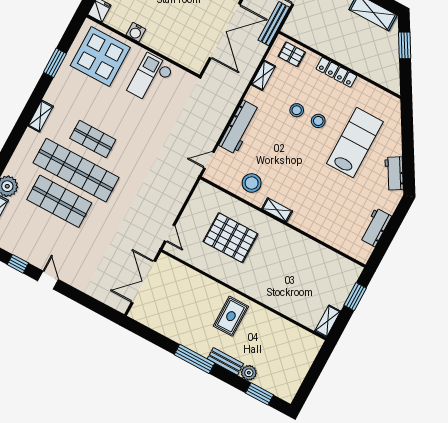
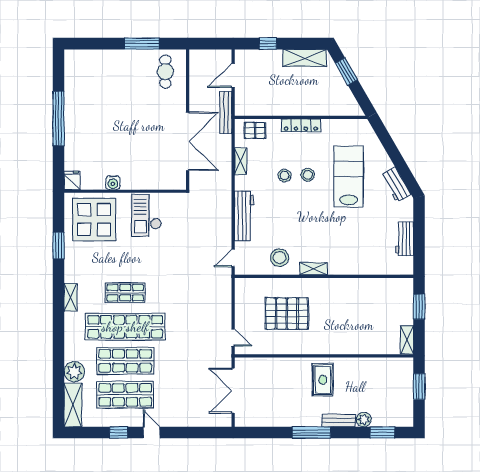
shop shelf: (42, 232) -> (125, 395), added
window: (316, 370) -> (419, 386), added

